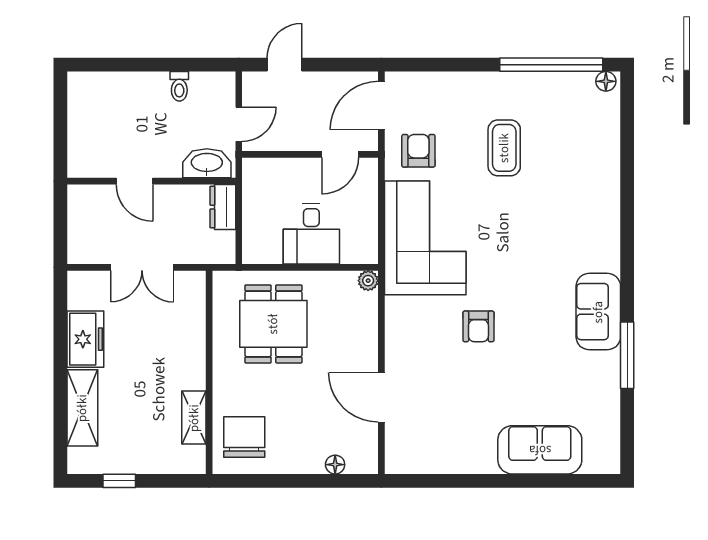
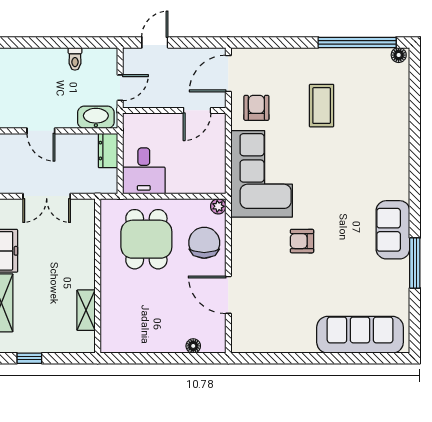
desk: (311, 234) -> (144, 171), moved
armchair: (478, 326) -> (302, 241), turned 90
chair: (244, 437) -> (204, 243), moved
sofa: (540, 450) -> (360, 335), width x1.36

